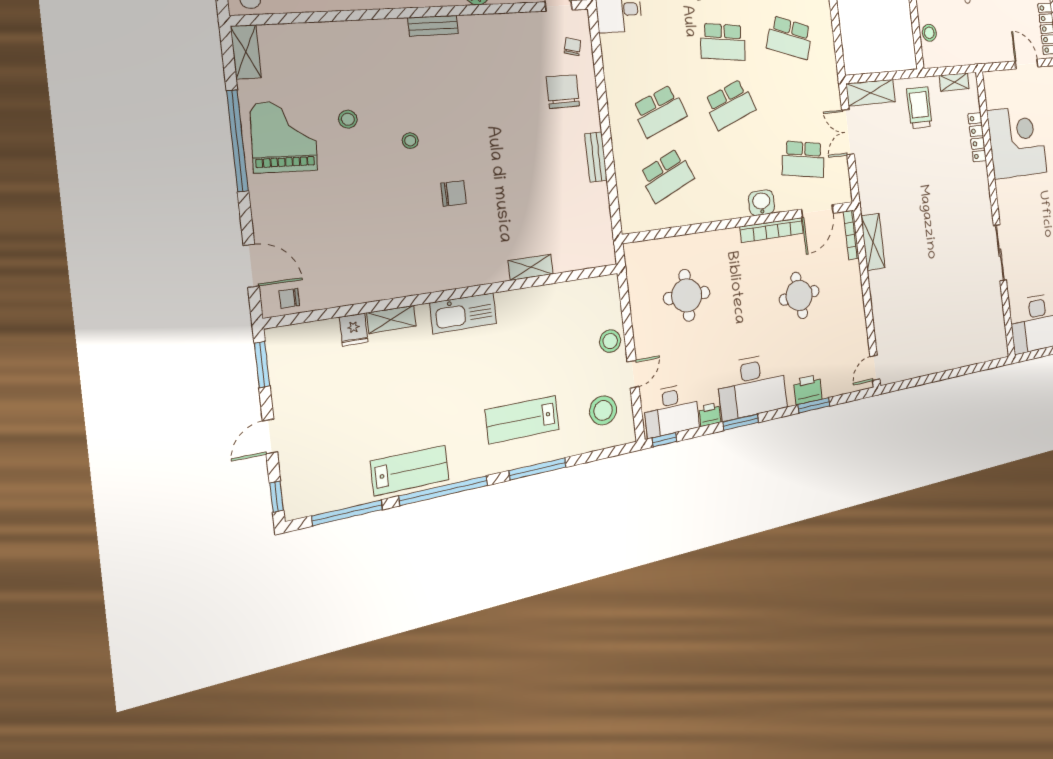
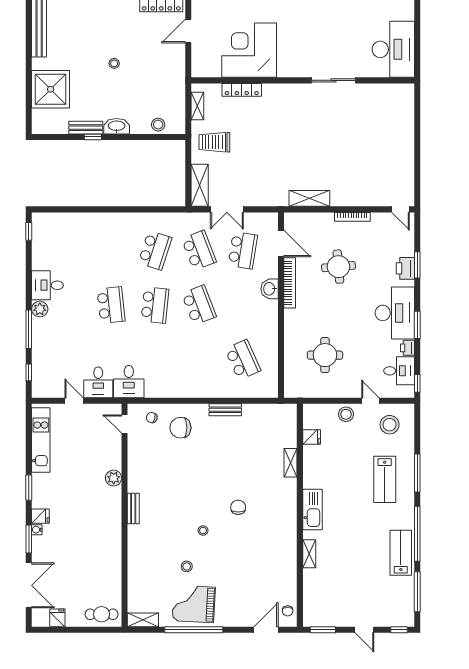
school desk: (660, 111) -> (199, 250), moved
bookcase: (851, 235) -> (352, 217), moved
fridge: (354, 330) -> (312, 437), moved
desk: (671, 410) -> (399, 371), width x0.73

